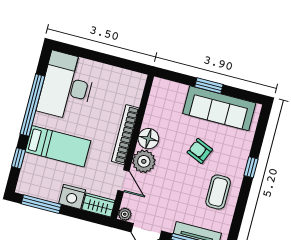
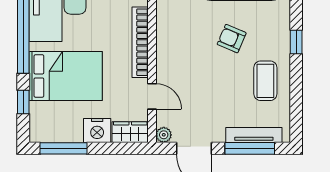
floor lamp: (148, 139) -> (168, 40), removed
bed: (58, 146) -> (66, 76), width x1.50
plant: (144, 161) -> (170, 68), removed

